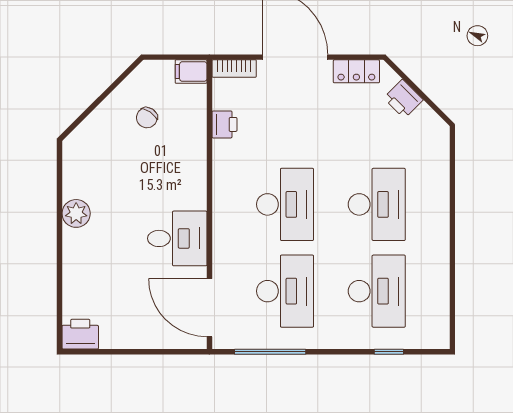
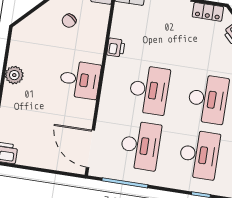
printer: (224, 124) -> (116, 48), moved
desk: (177, 238) -> (80, 80), moved

